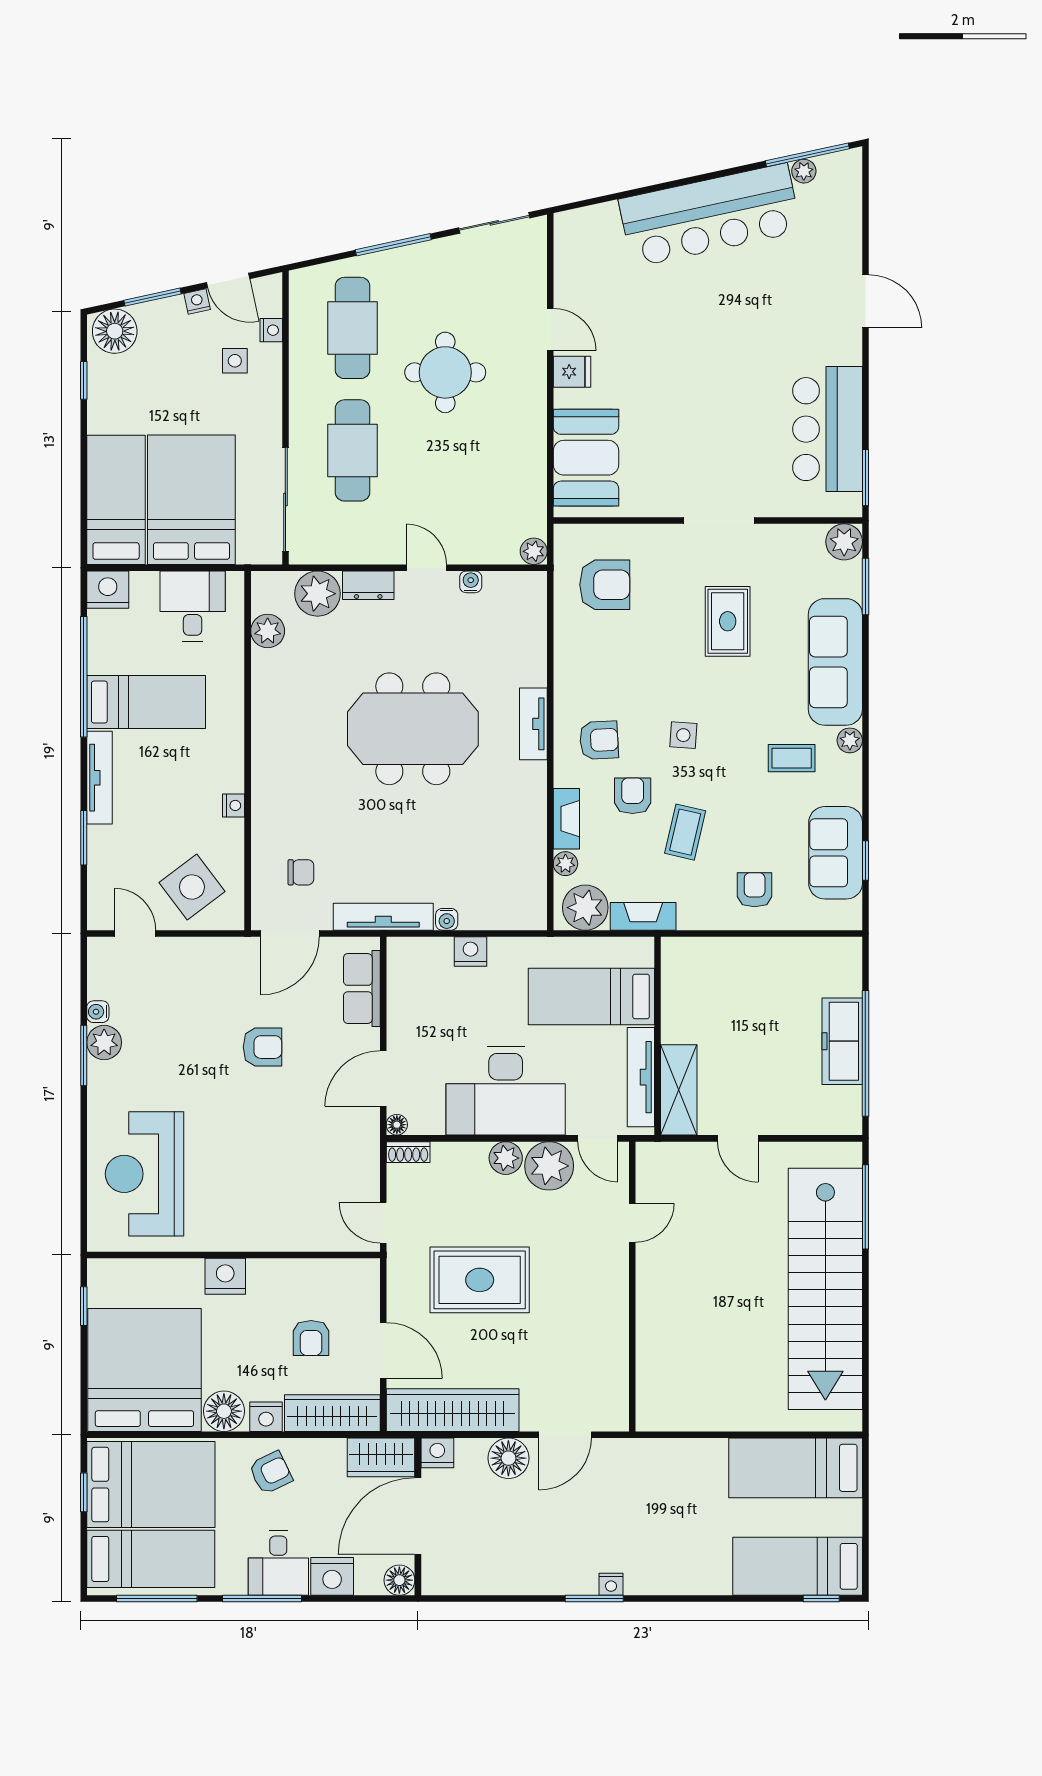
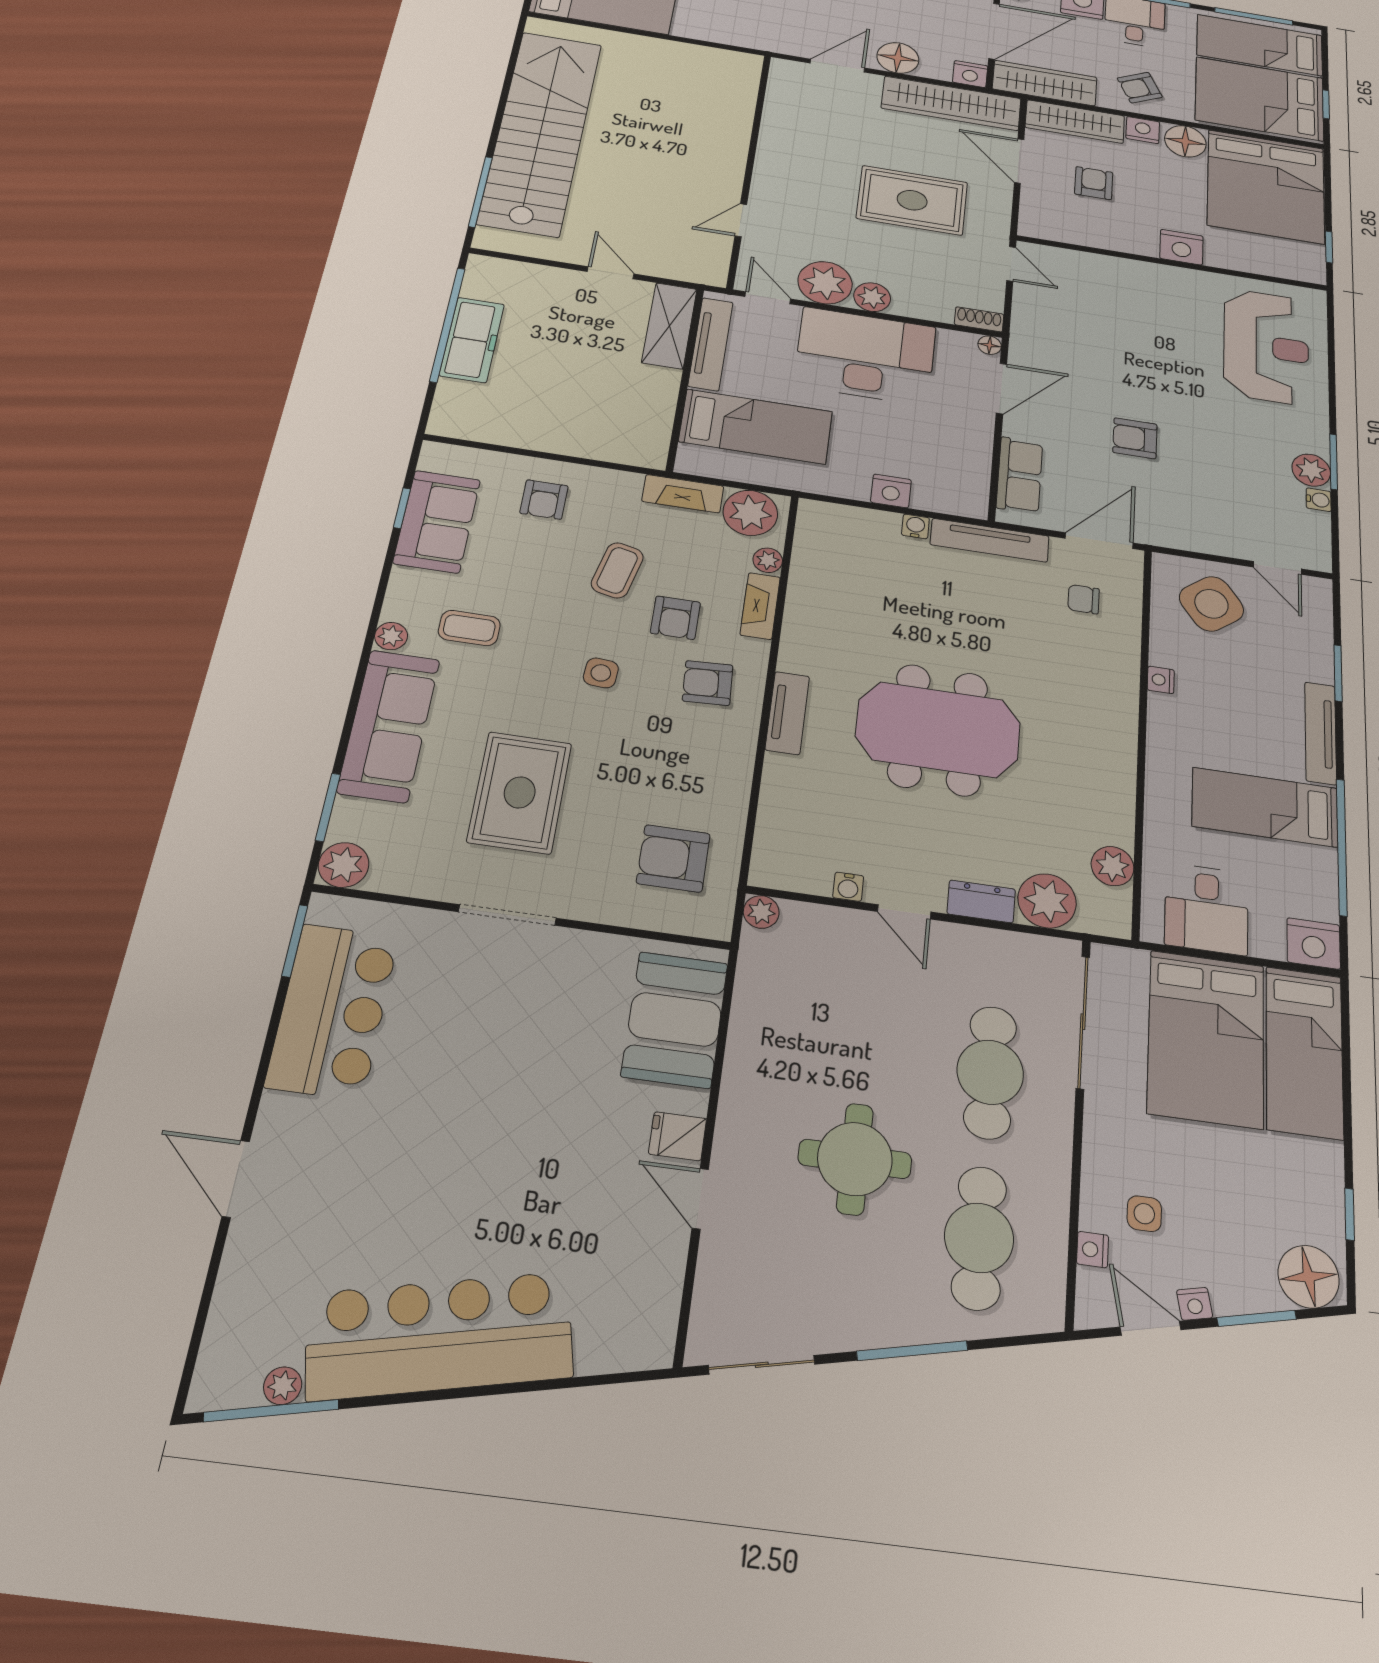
rug: (728, 621) -> (520, 792), width x1.36, depth x1.43
wardrobe: (381, 1457) -> (1045, 83), width x1.50

